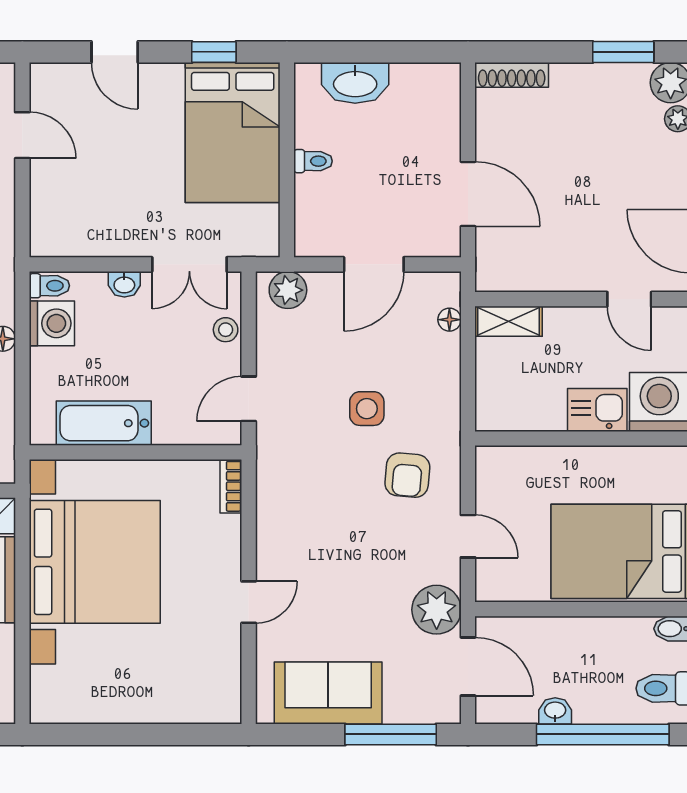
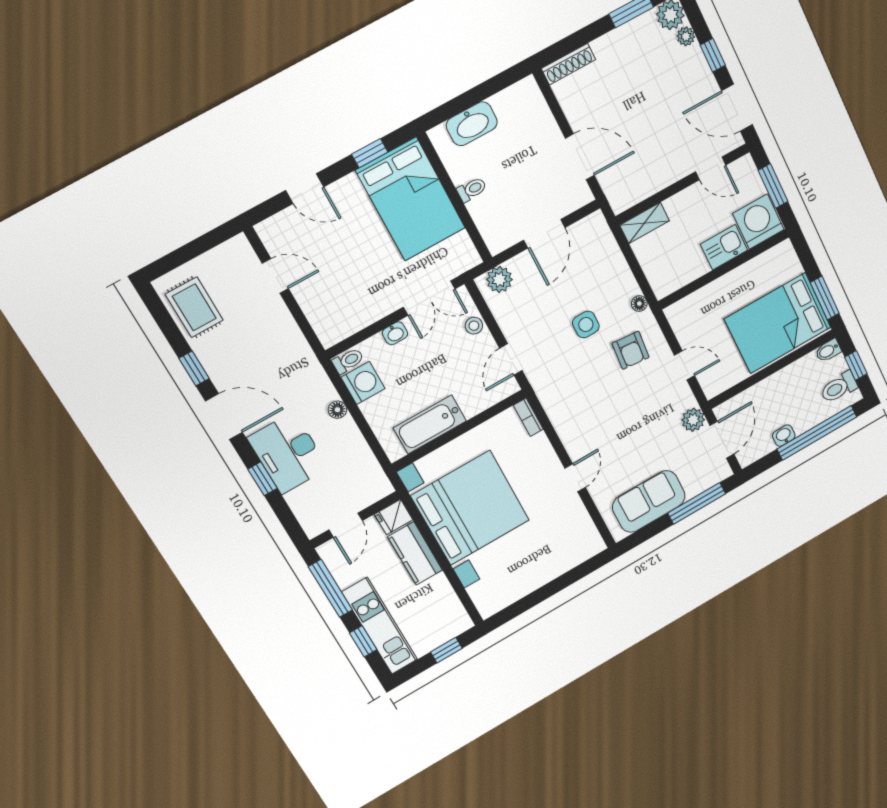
floor lamp: (449, 320) -> (639, 304), moved
plant: (437, 610) -> (693, 420), width x0.73, depth x0.73
door: (468, 667) -> (722, 440), hinge flipped

